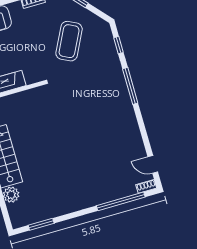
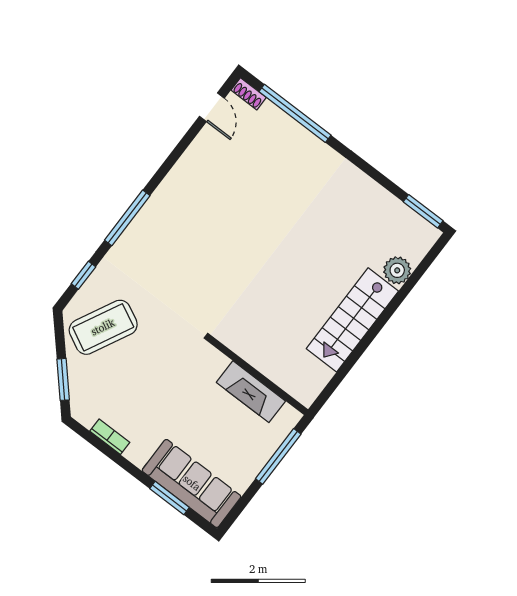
coffee table: (69, 41) -> (103, 327), moved
window: (41, 224) -> (423, 211), moved

